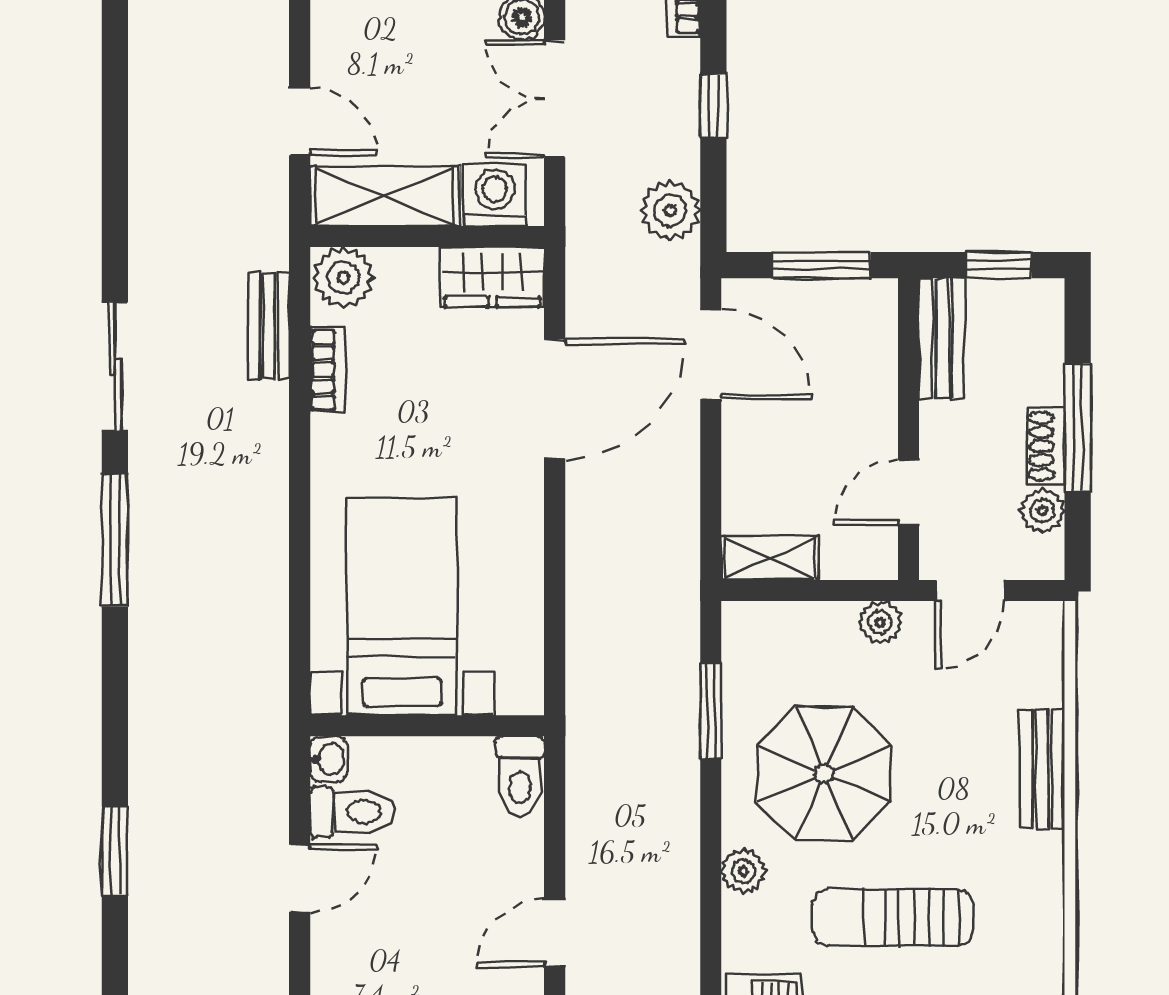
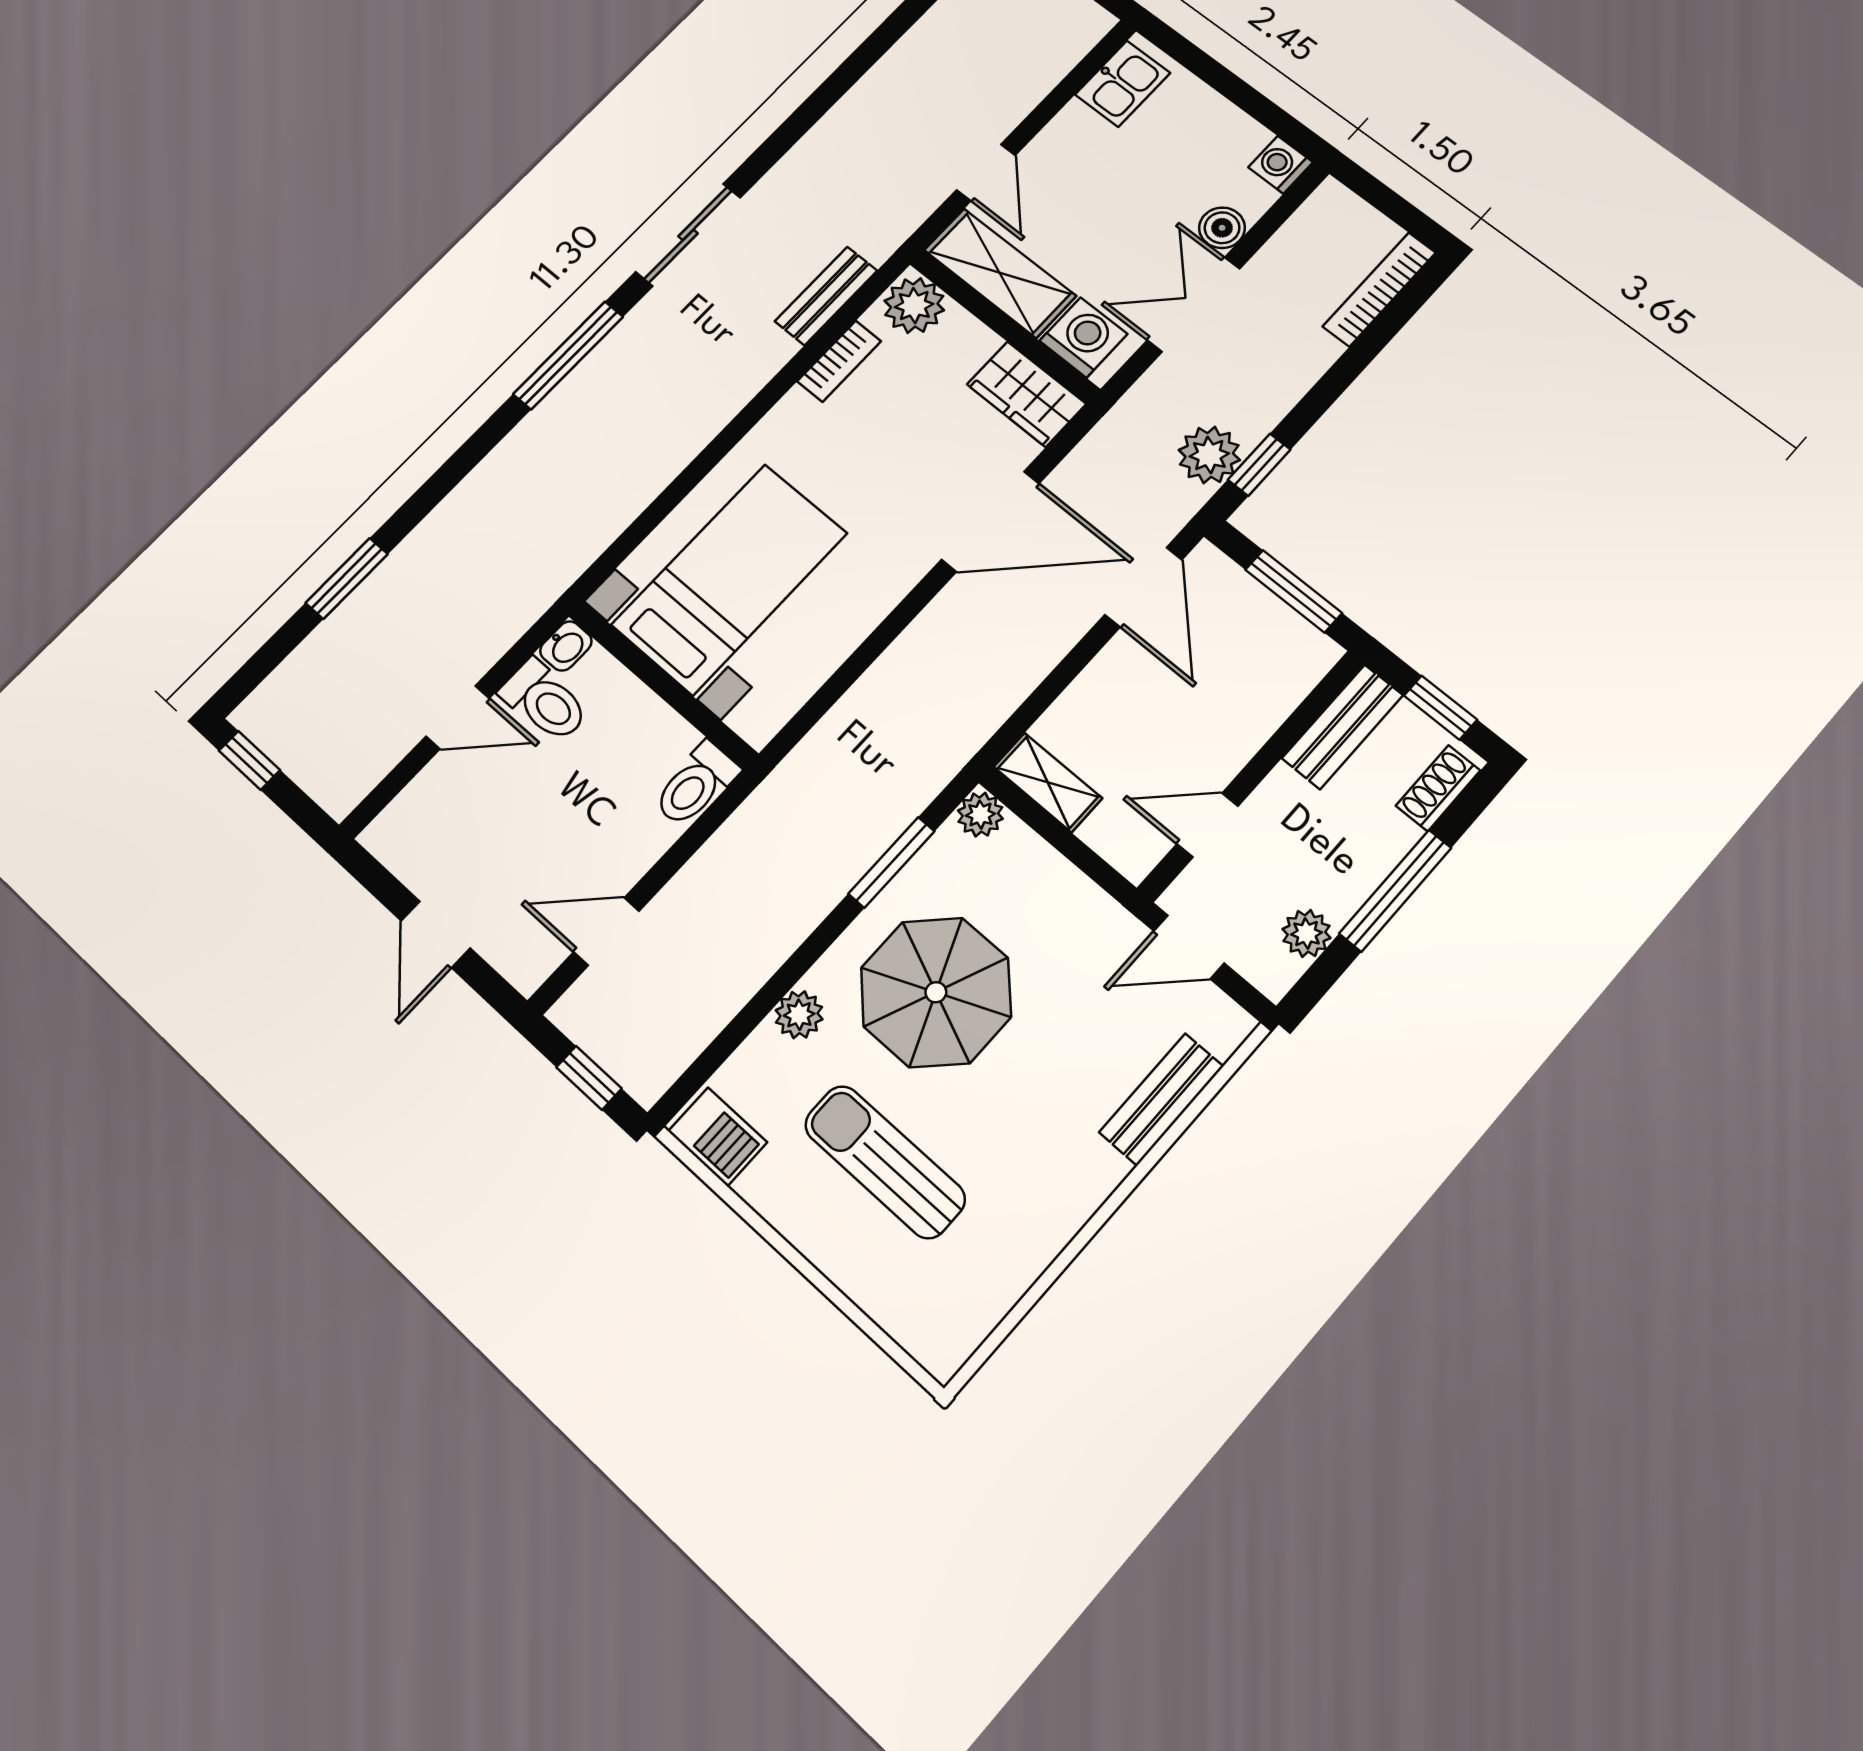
window: (713, 106) -> (1259, 465), moved
shoe rack: (1046, 446) -> (1438, 788), moved
plant: (880, 622) -> (980, 815), moved
bench: (1042, 769) -> (1161, 1099), moved

